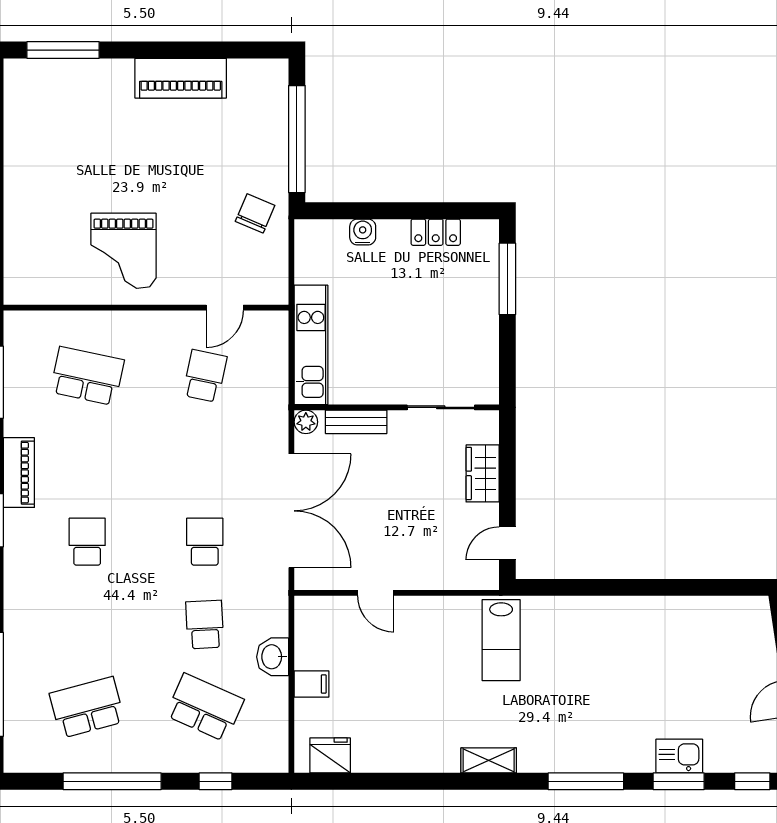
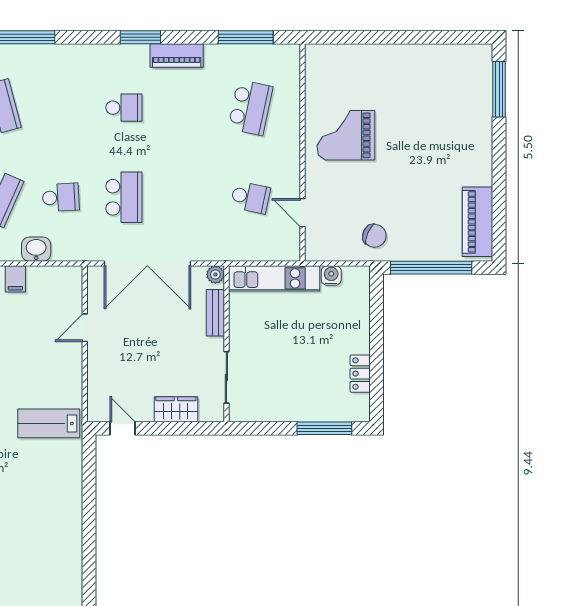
piano: (181, 78) -> (478, 222), moved
water cooler: (363, 232) -> (331, 275), moved, turned -90
school desk: (205, 542) -> (124, 197), width x1.85

